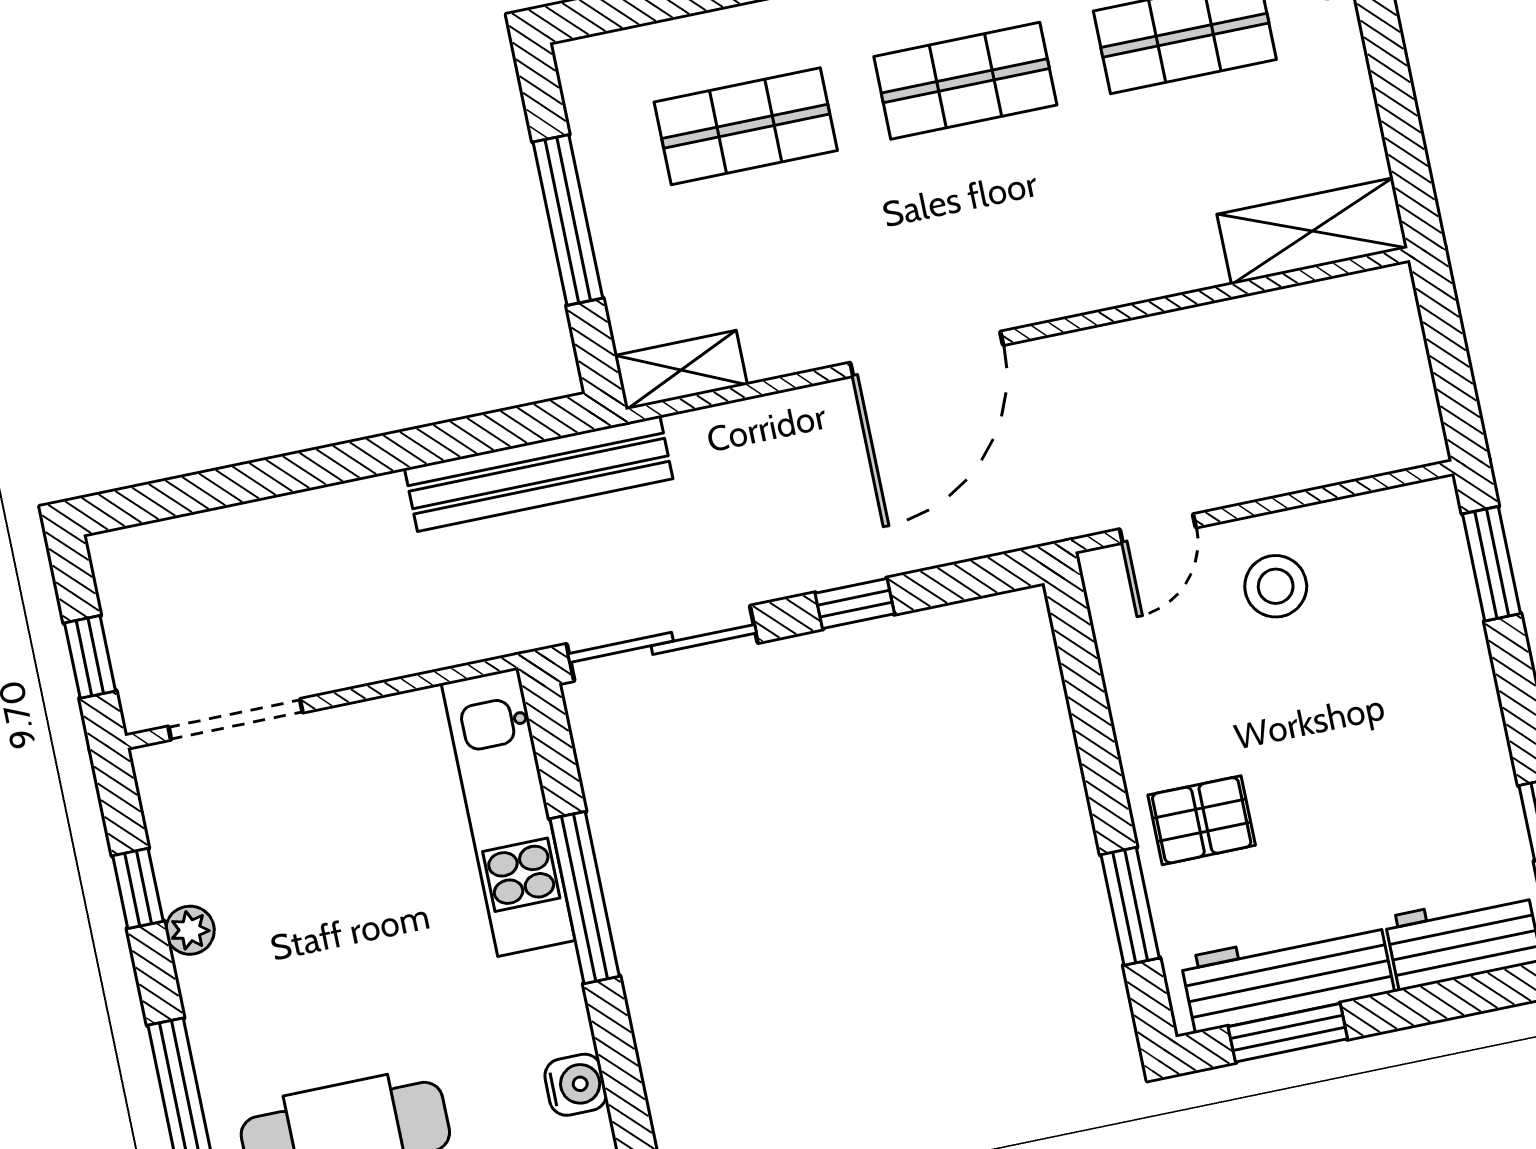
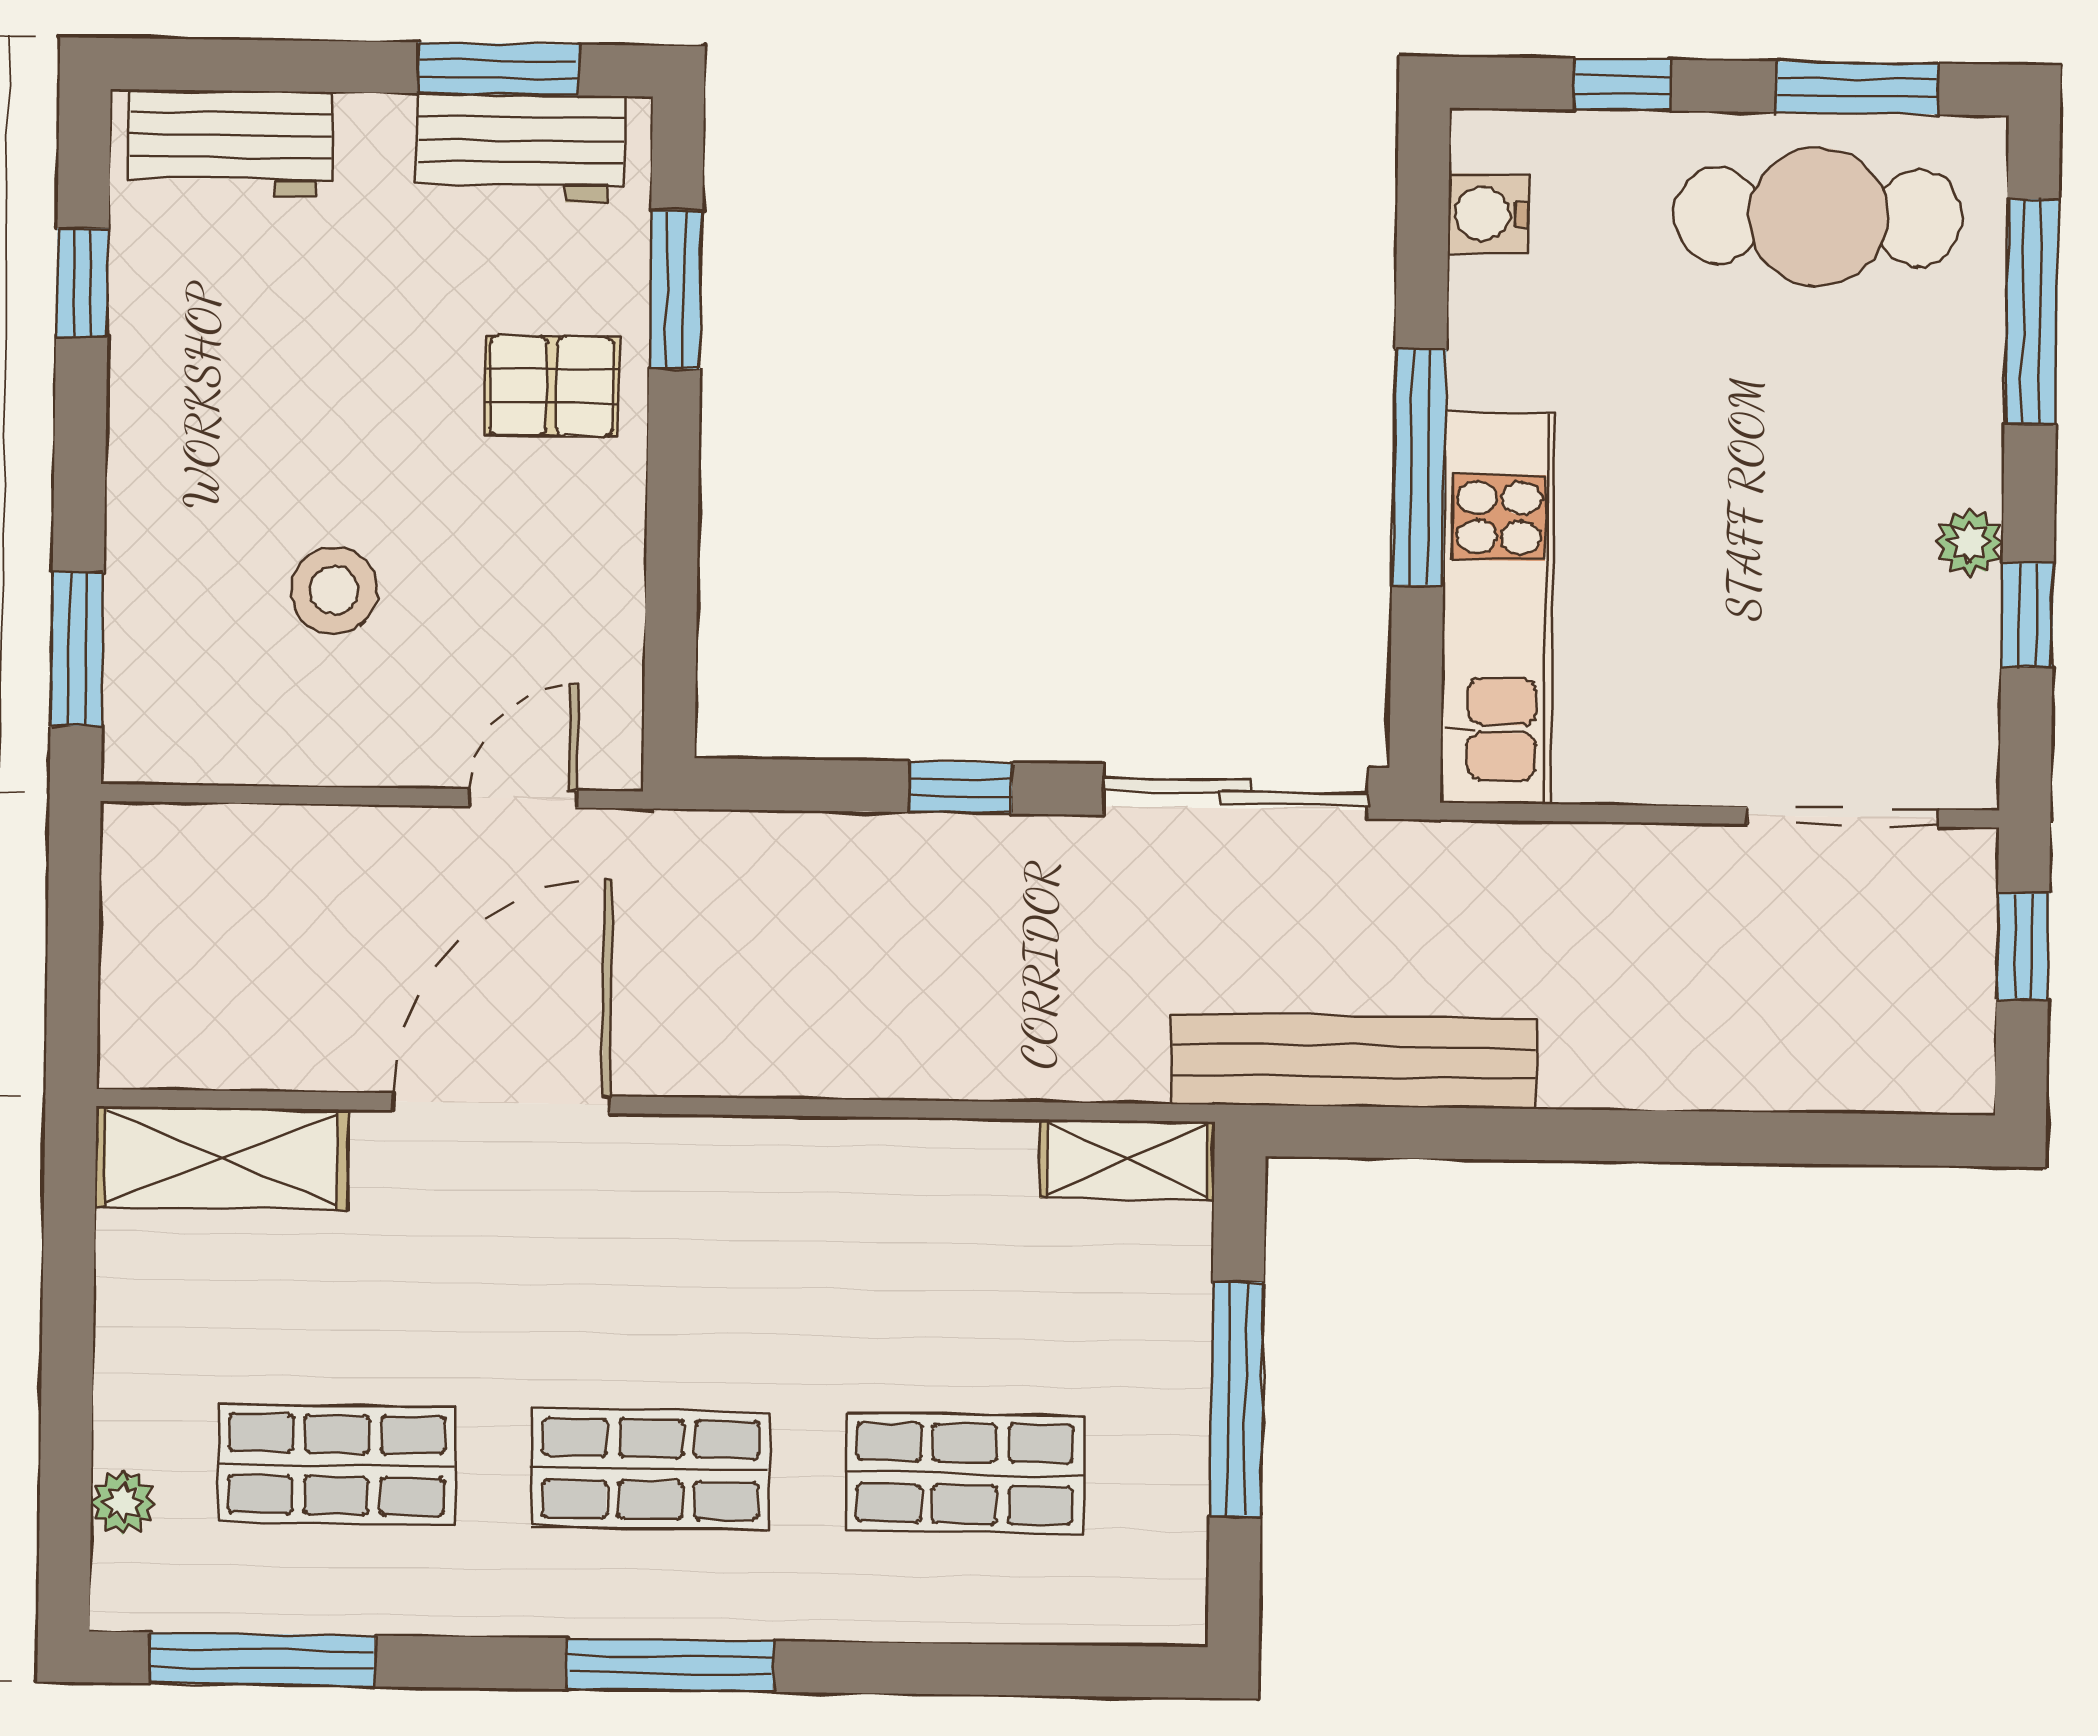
door: (927, 354) -> (501, 1103), moved
stool: (1276, 586) -> (334, 590), moved
workbench: (1287, 975) -> (520, 148), width x0.73

